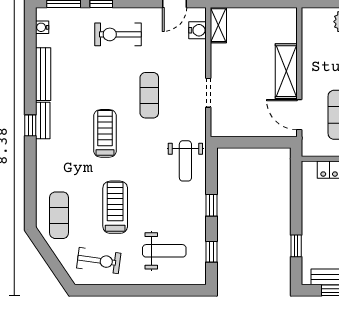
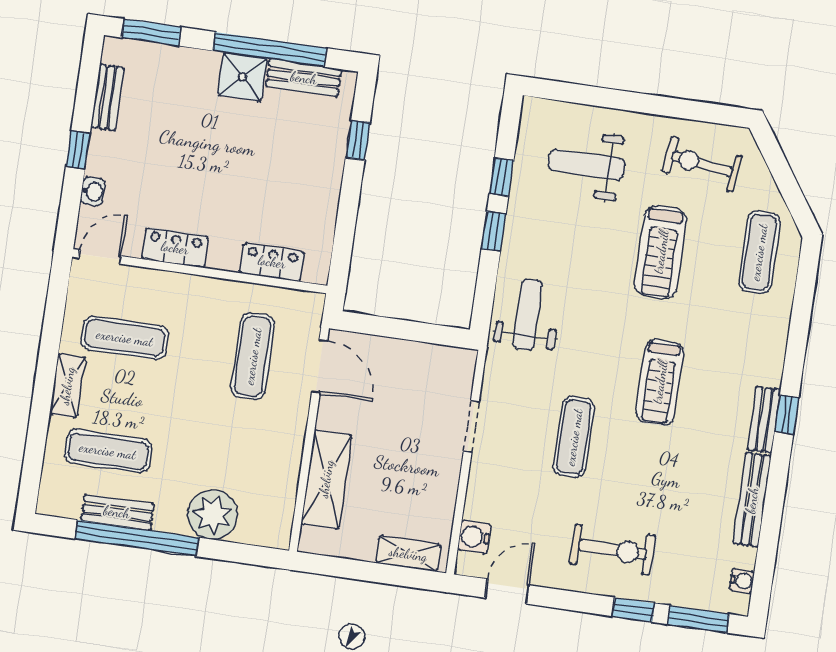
shelving: (218, 25) -> (408, 554), moved, turned 90
shelving: (286, 71) -> (326, 479), moved
window: (212, 252) -> (502, 177), moved

